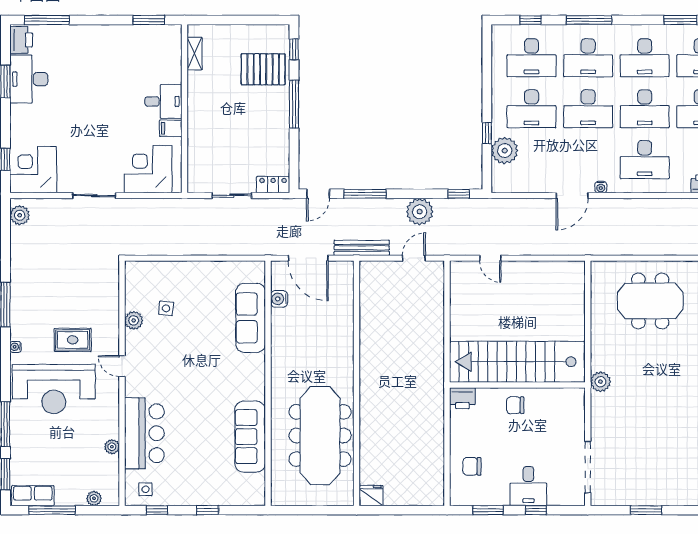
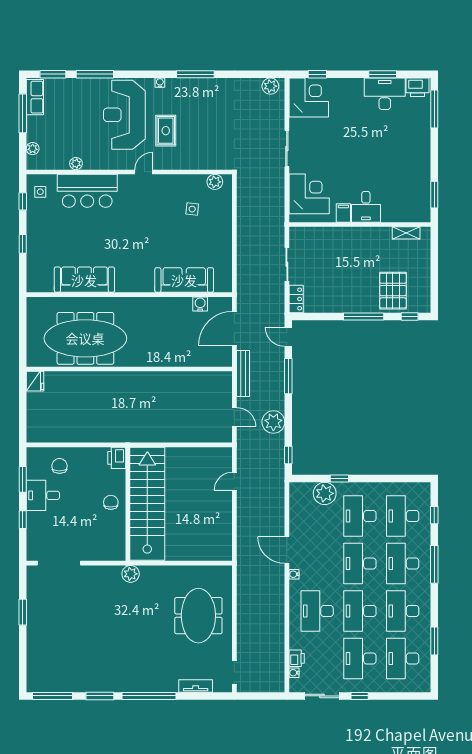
plant: (134, 320) -> (215, 182), moved
desk: (528, 486) -> (43, 495), moved

